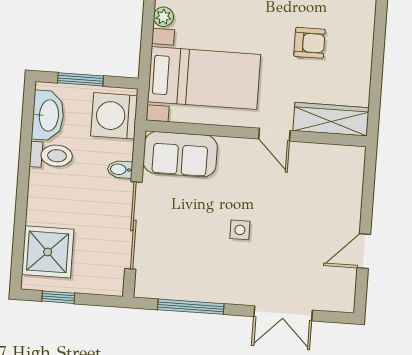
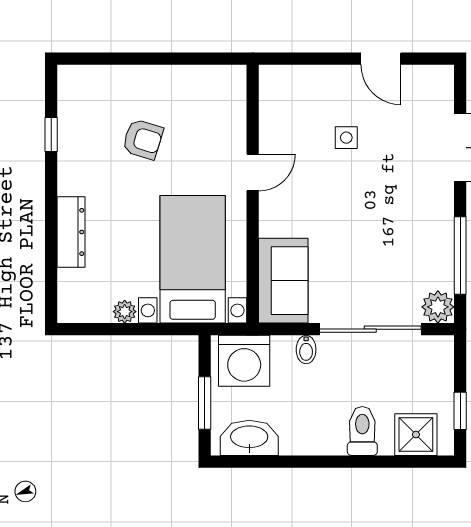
armchair: (310, 43) -> (143, 139), turned 107
wardrobe: (331, 119) -> (230, 108), removed
toilet: (51, 155) -> (362, 431), moved
side table: (240, 230) -> (346, 138), moved
shower: (48, 252) -> (416, 435), width x0.73, depth x0.73
plant: (148, 285) -> (438, 307), added

